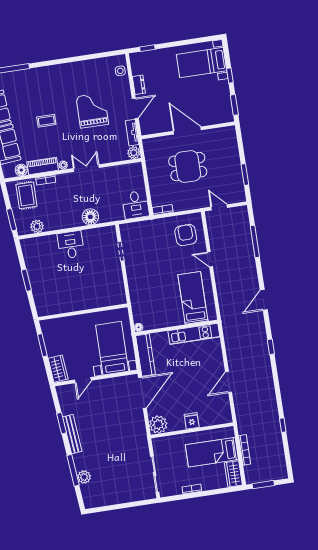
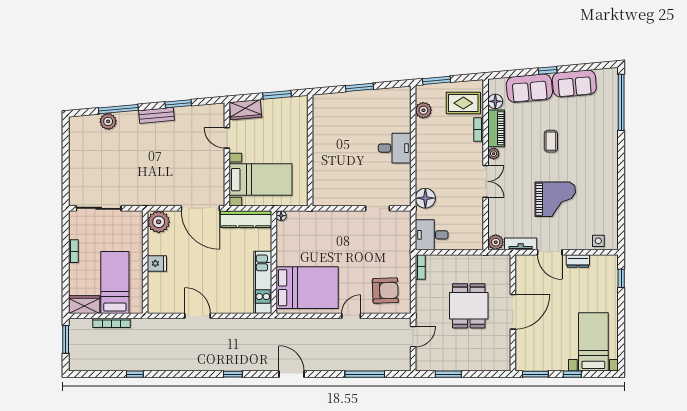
floor lamp: (90, 217) -> (425, 198), moved
bed: (193, 298) -> (307, 288), width x1.50
bench: (72, 434) -> (157, 115), width x0.73

